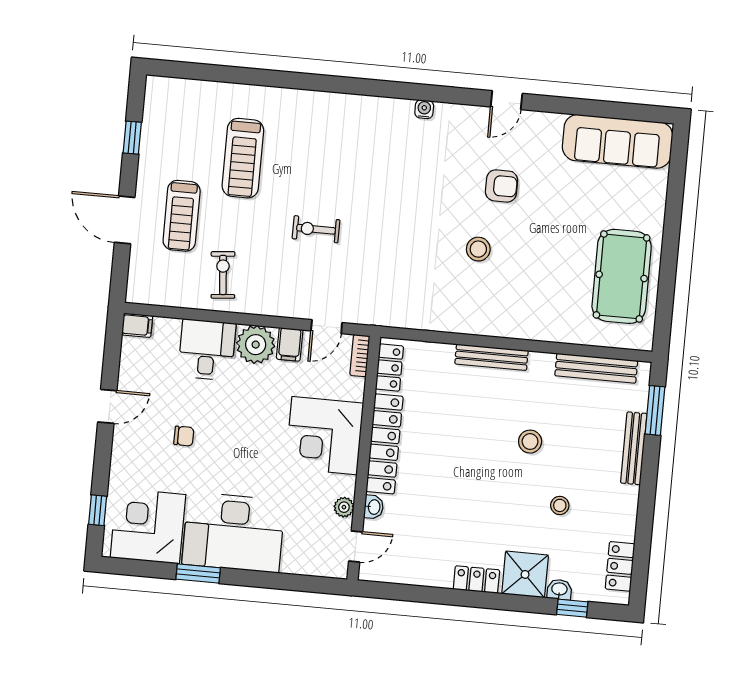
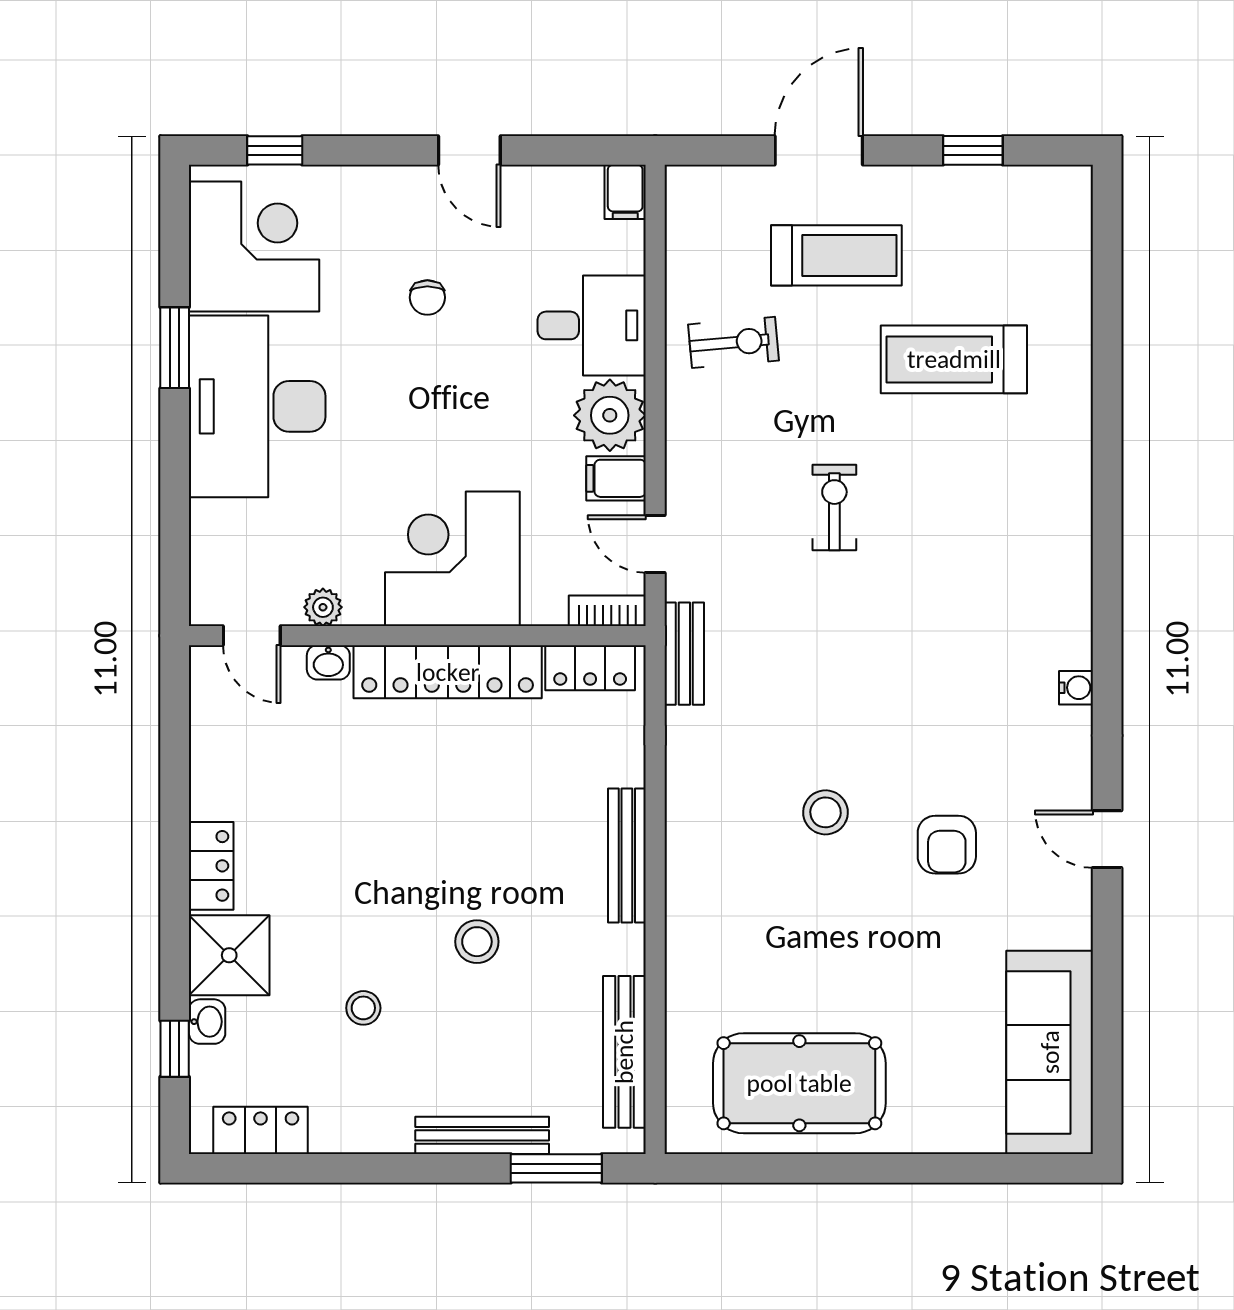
treadmill: (182, 216) -> (836, 255), turned 180
bench: (387, 317) -> (684, 654), added

